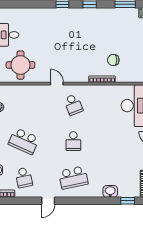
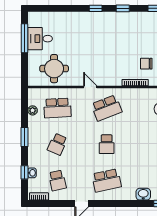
school desk: (24, 105) -> (57, 108), added
school desk: (73, 105) -> (107, 108), width x1.85
school desk: (24, 141) -> (57, 144), width x0.54

